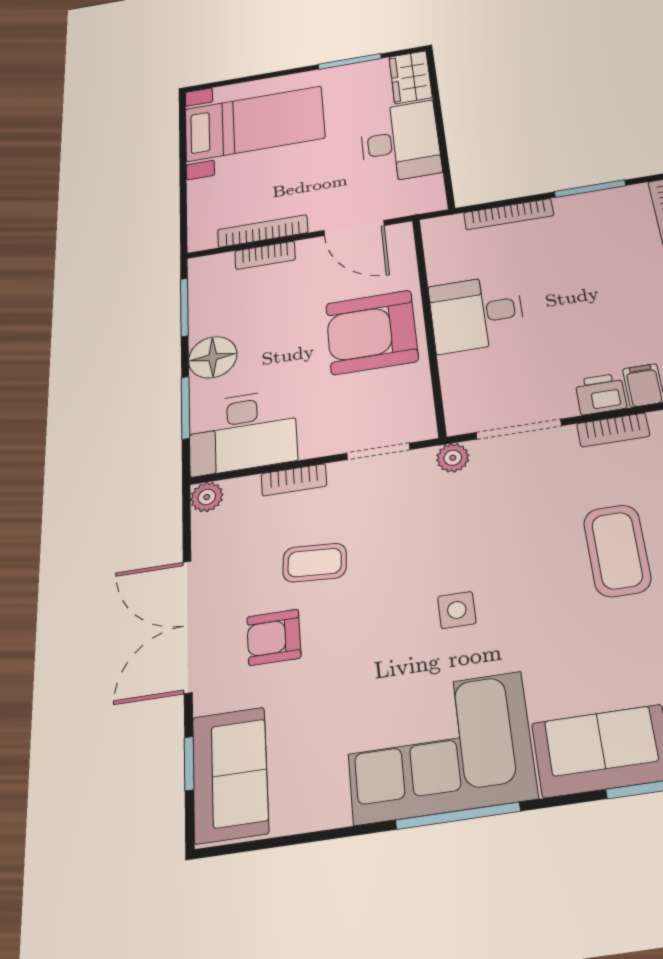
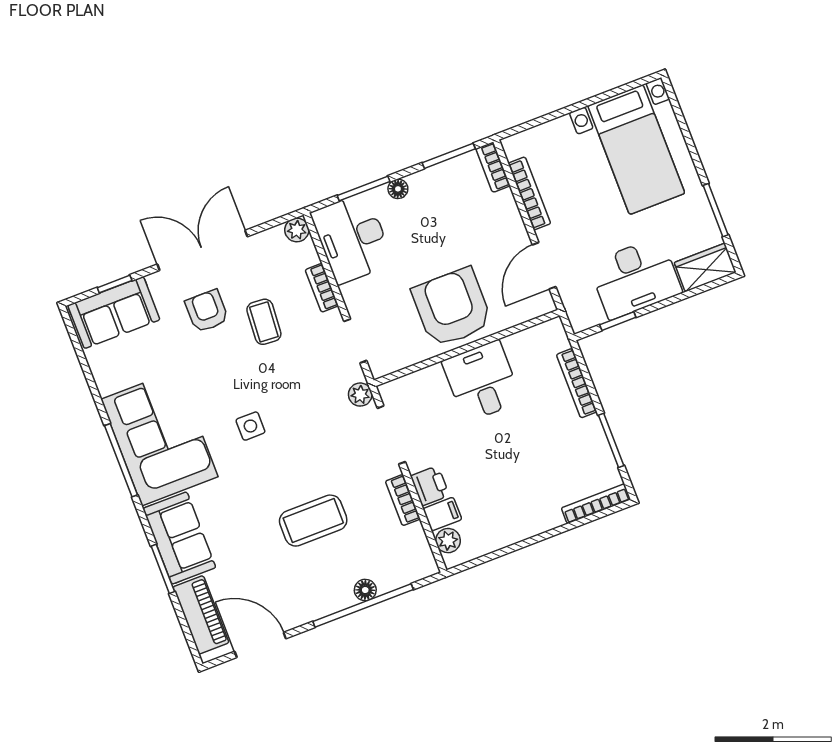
window: (445, 164) -> (618, 321), added
bookcase: (265, 255) -> (493, 167), moved
floor lamp: (213, 357) -> (398, 189), width x0.53, depth x0.53

